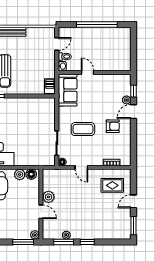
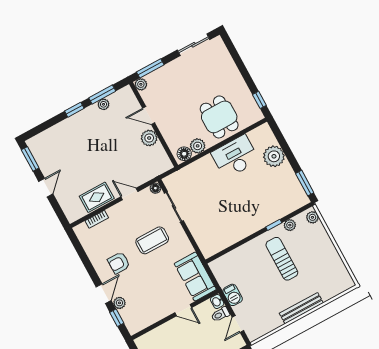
barbecue: (50, 86) -> (233, 295), moved
rug: (112, 185) -> (97, 197), moved

